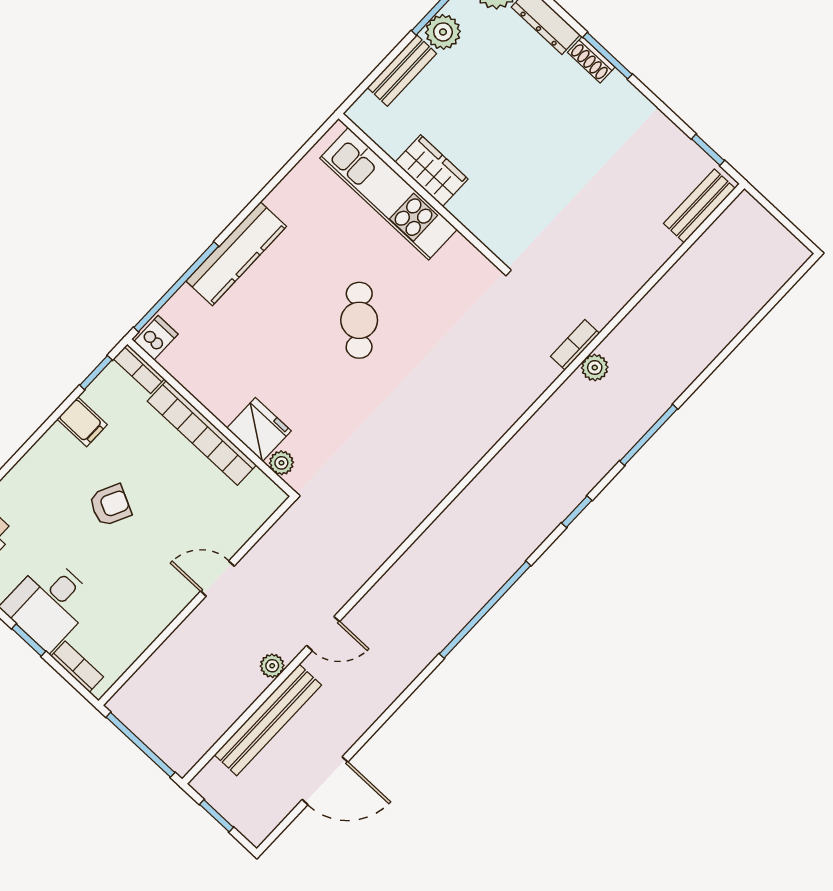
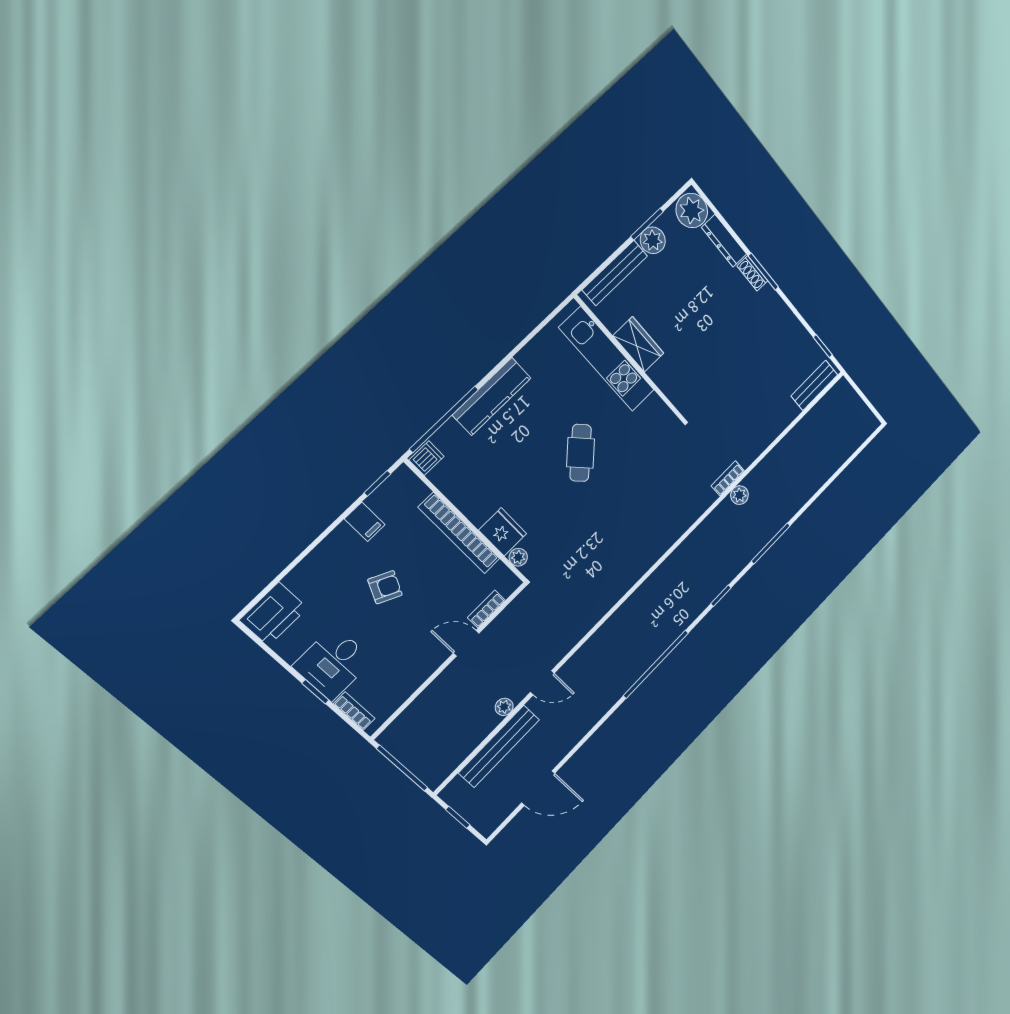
bench: (402, 70) -> (615, 273), width x1.36
bookcase: (139, 369) -> (486, 609), moved, turned 90

